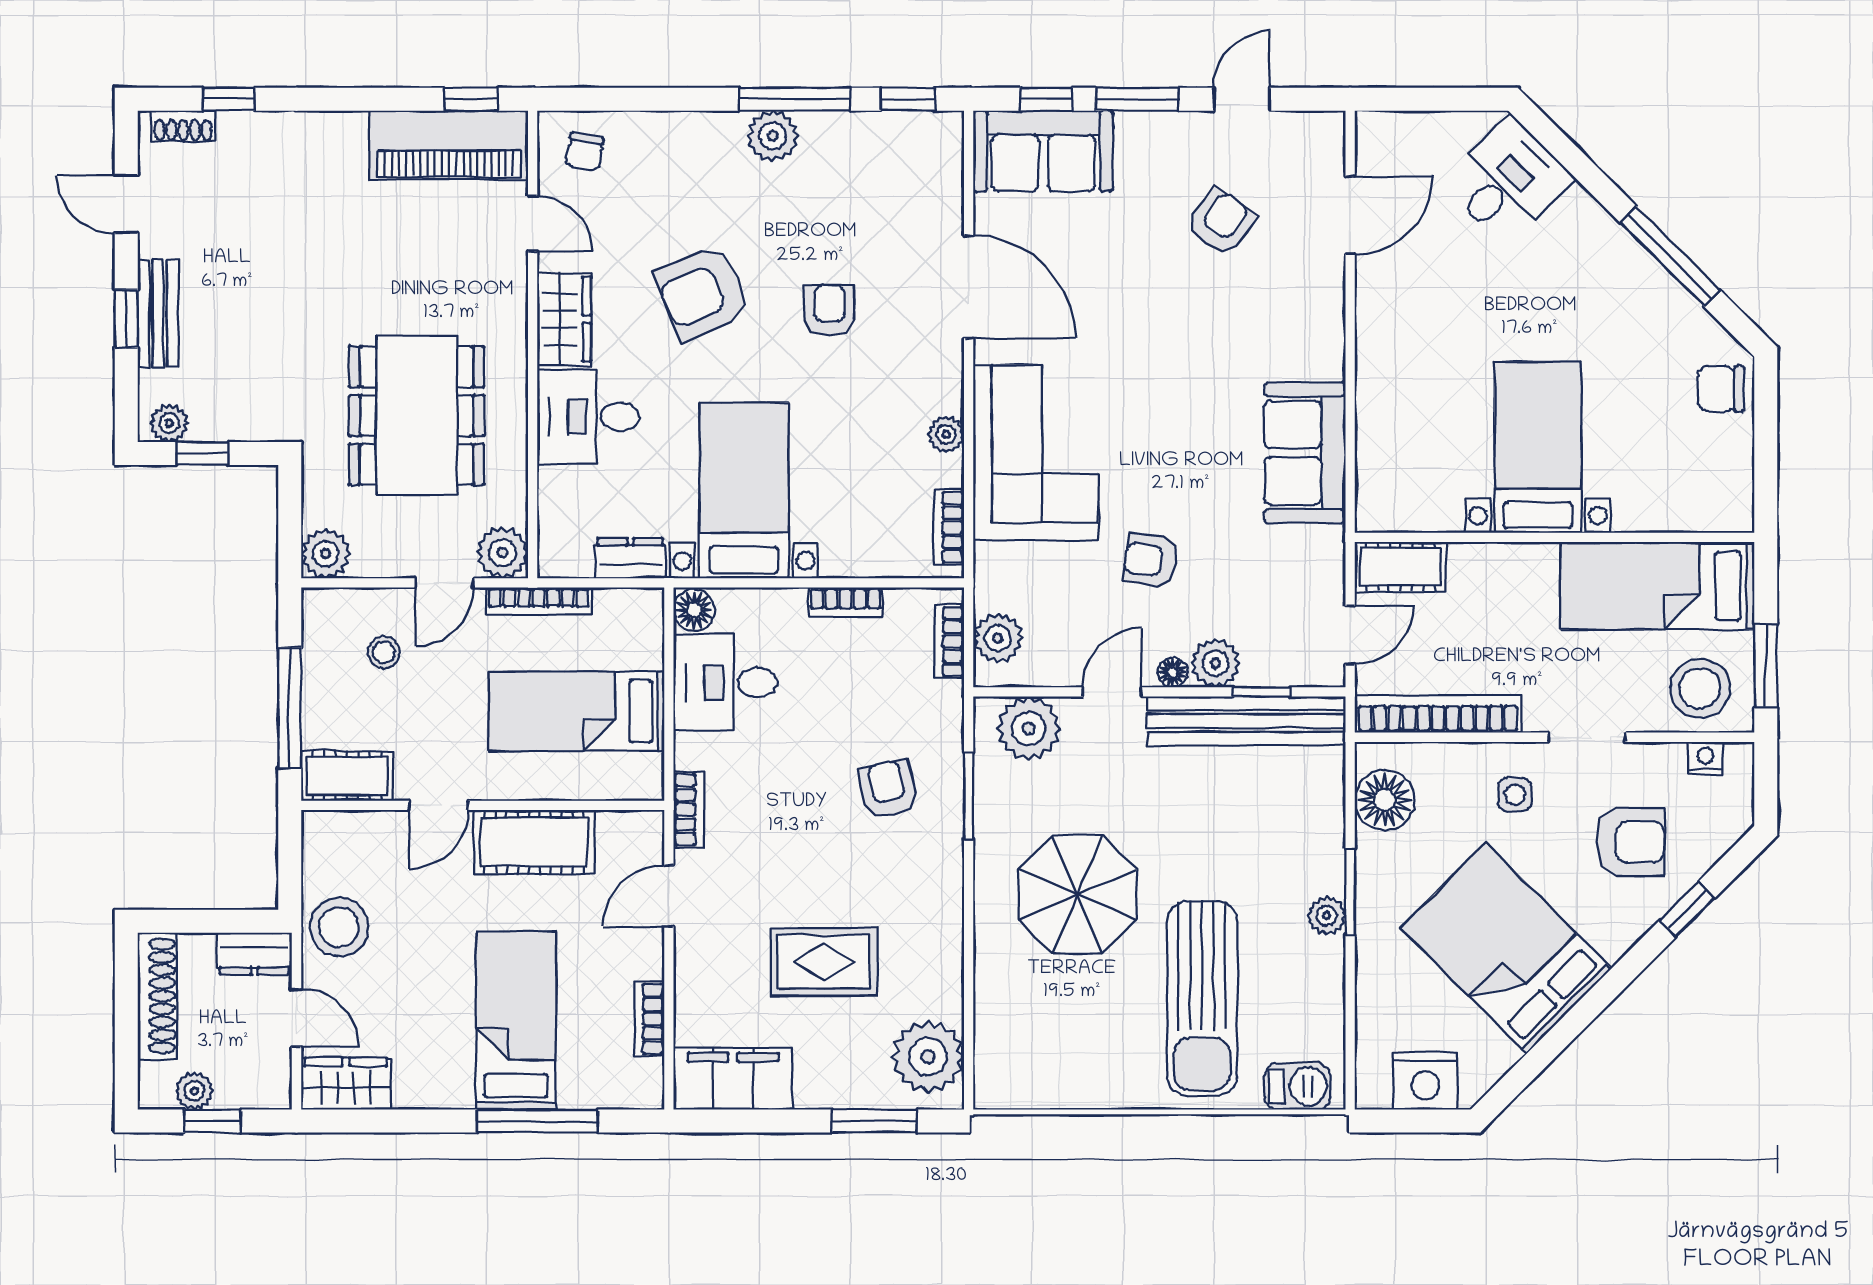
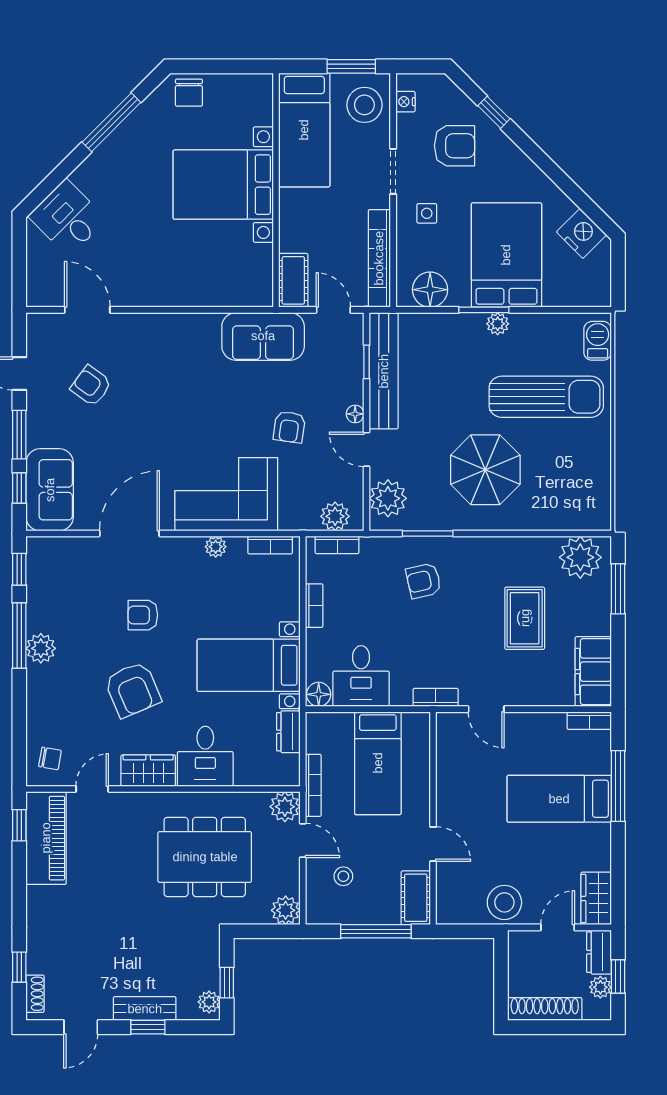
bed with nightstands: (1538, 447) -> (223, 185), width x1.36
sofa: (1305, 453) -> (263, 336), moved
plant: (1215, 663) -> (350, 389), removed
cot: (534, 842) -> (455, 788), removed
armchair: (1630, 842) -> (454, 146), turned 90
bed: (1506, 948) -> (506, 255), moved, turned 135
dresser: (254, 954) -> (599, 952), moved, turned 180
bookcase: (649, 1019) -> (589, 721), moved
nightstand: (1425, 1081) -> (582, 233), moved, turned -45

